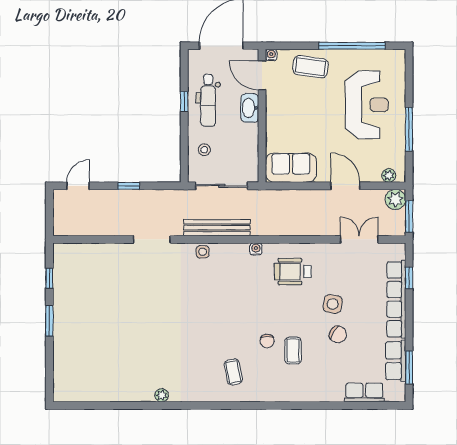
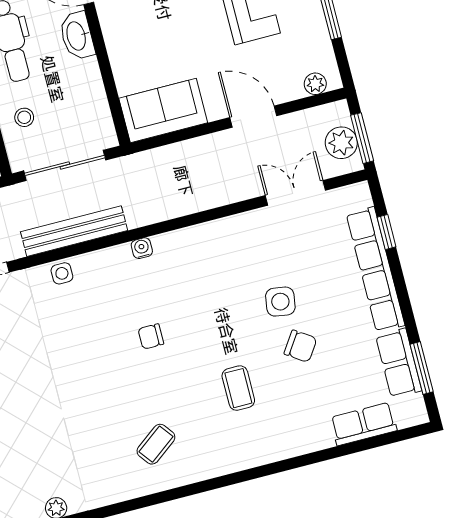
plant: (395, 199) -> (341, 143), moved
wheelchair: (293, 272) -> (207, 268), removed
chair: (267, 341) -> (151, 336), moved, turned 90
coffee table: (233, 372) -> (156, 444), turned 64

